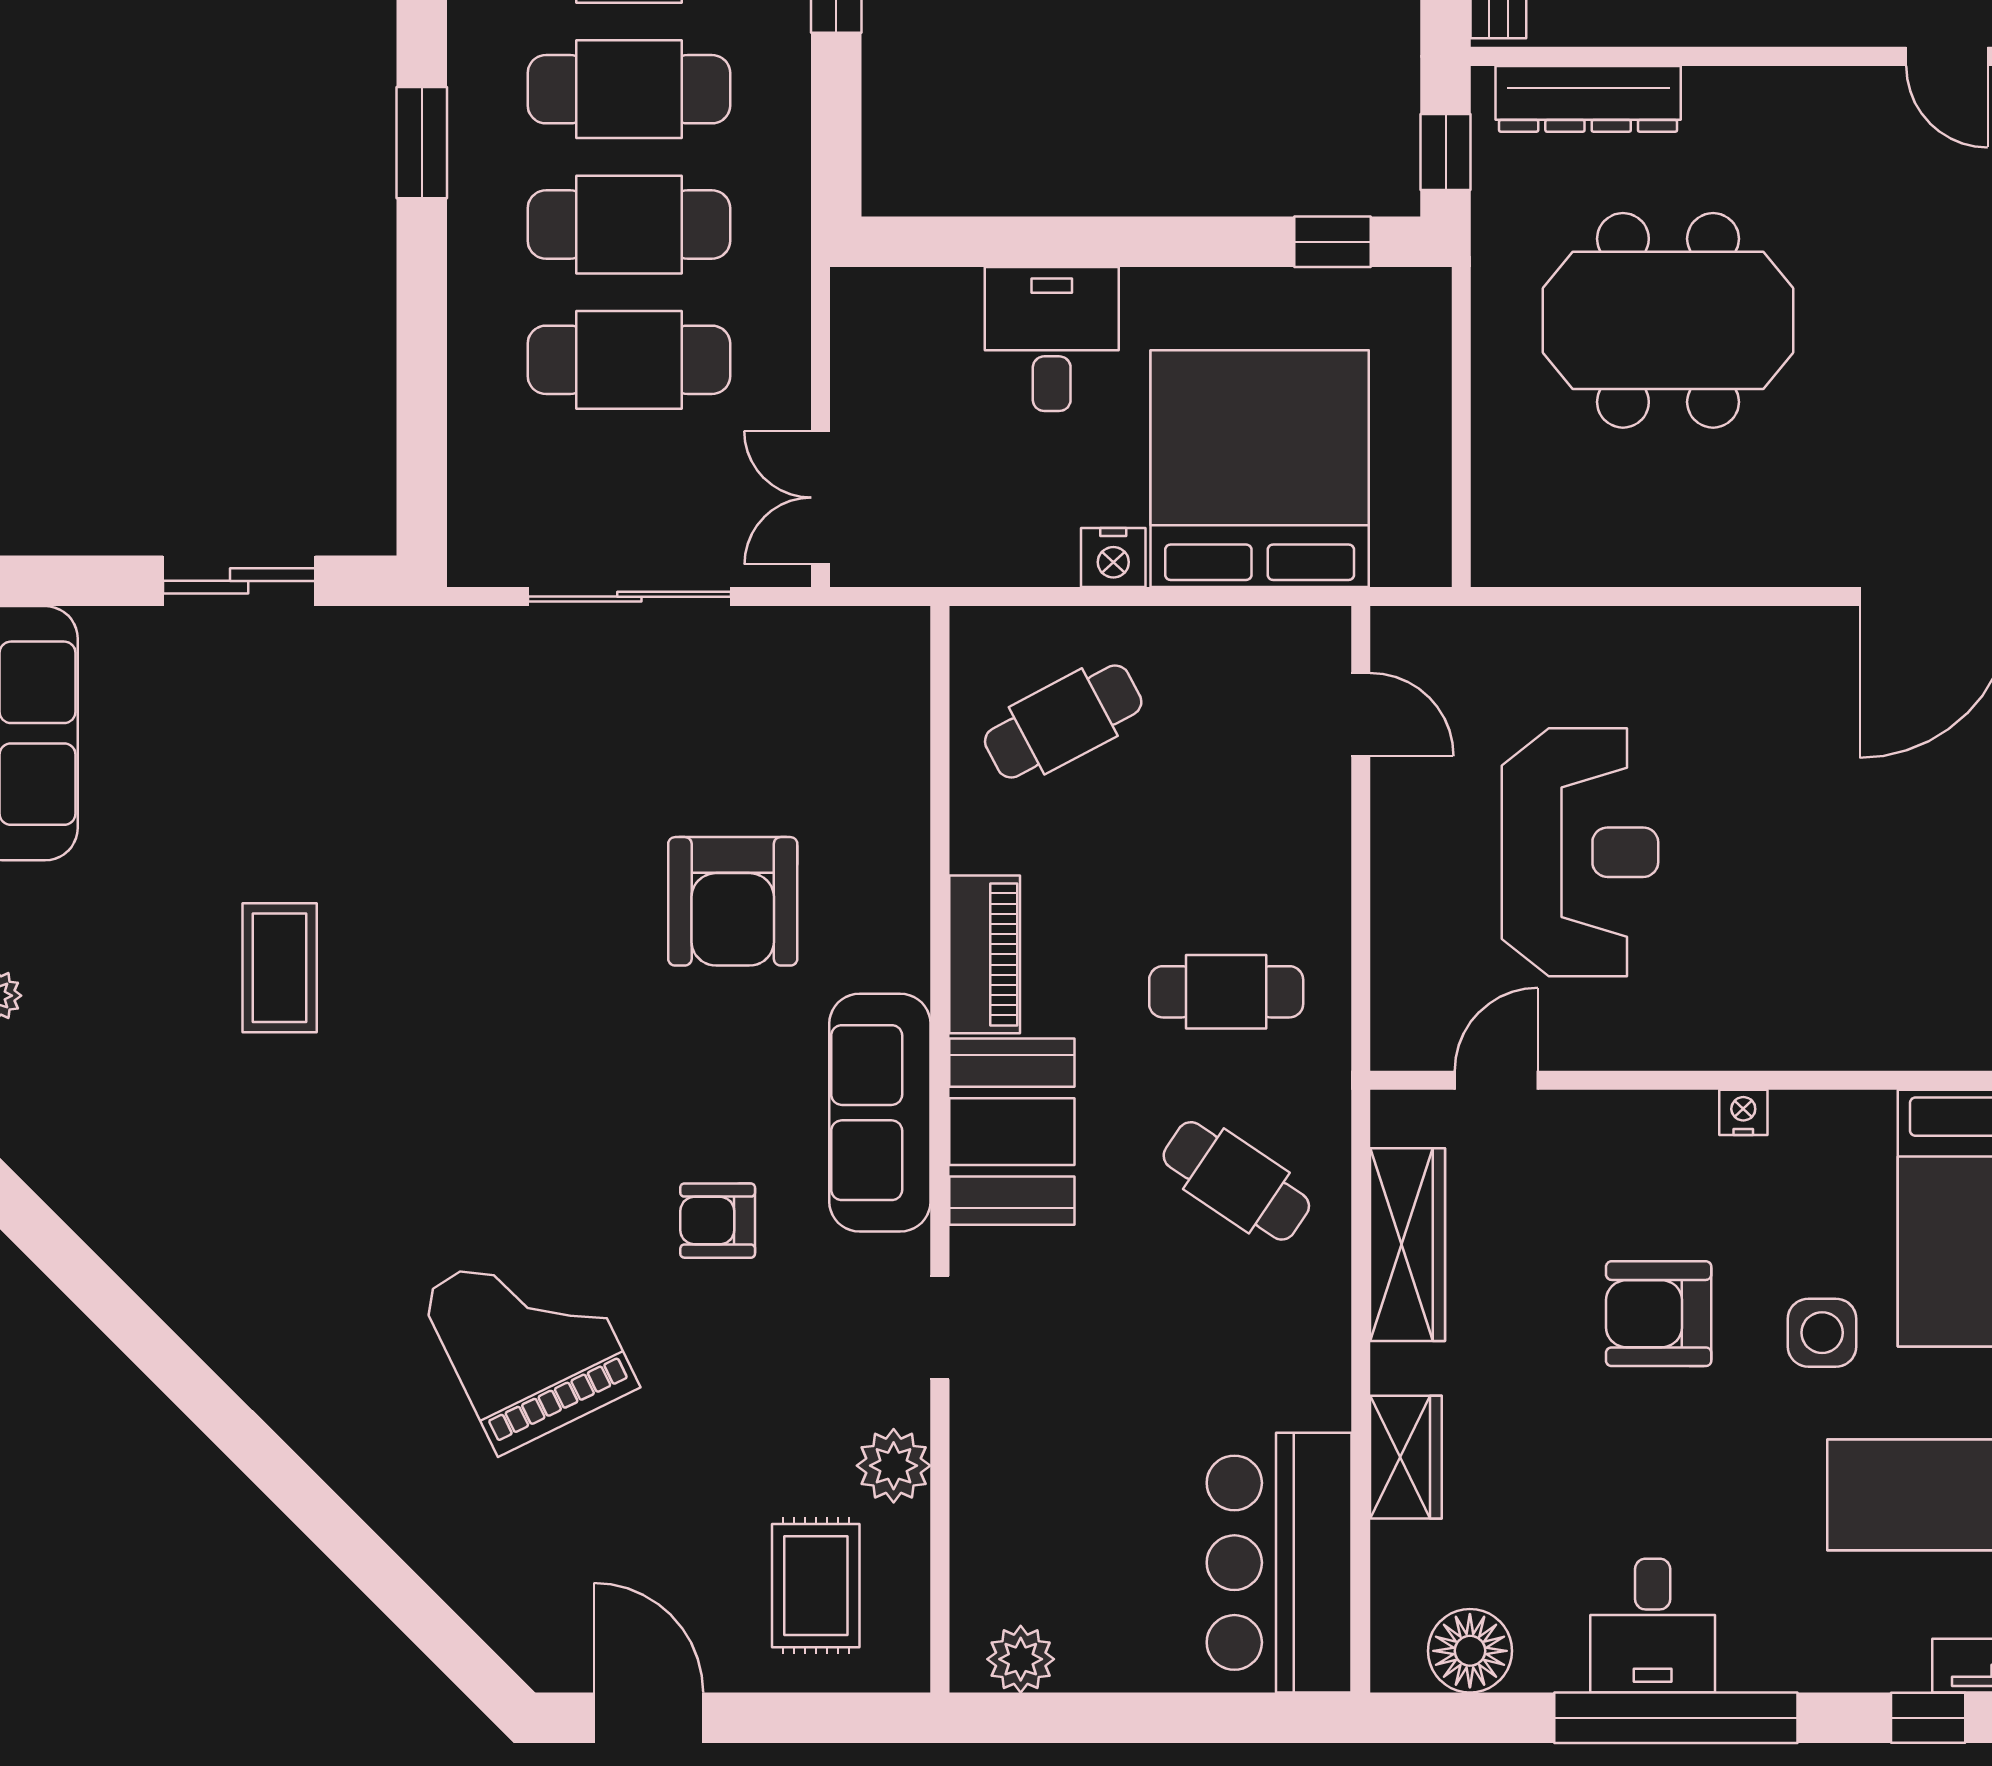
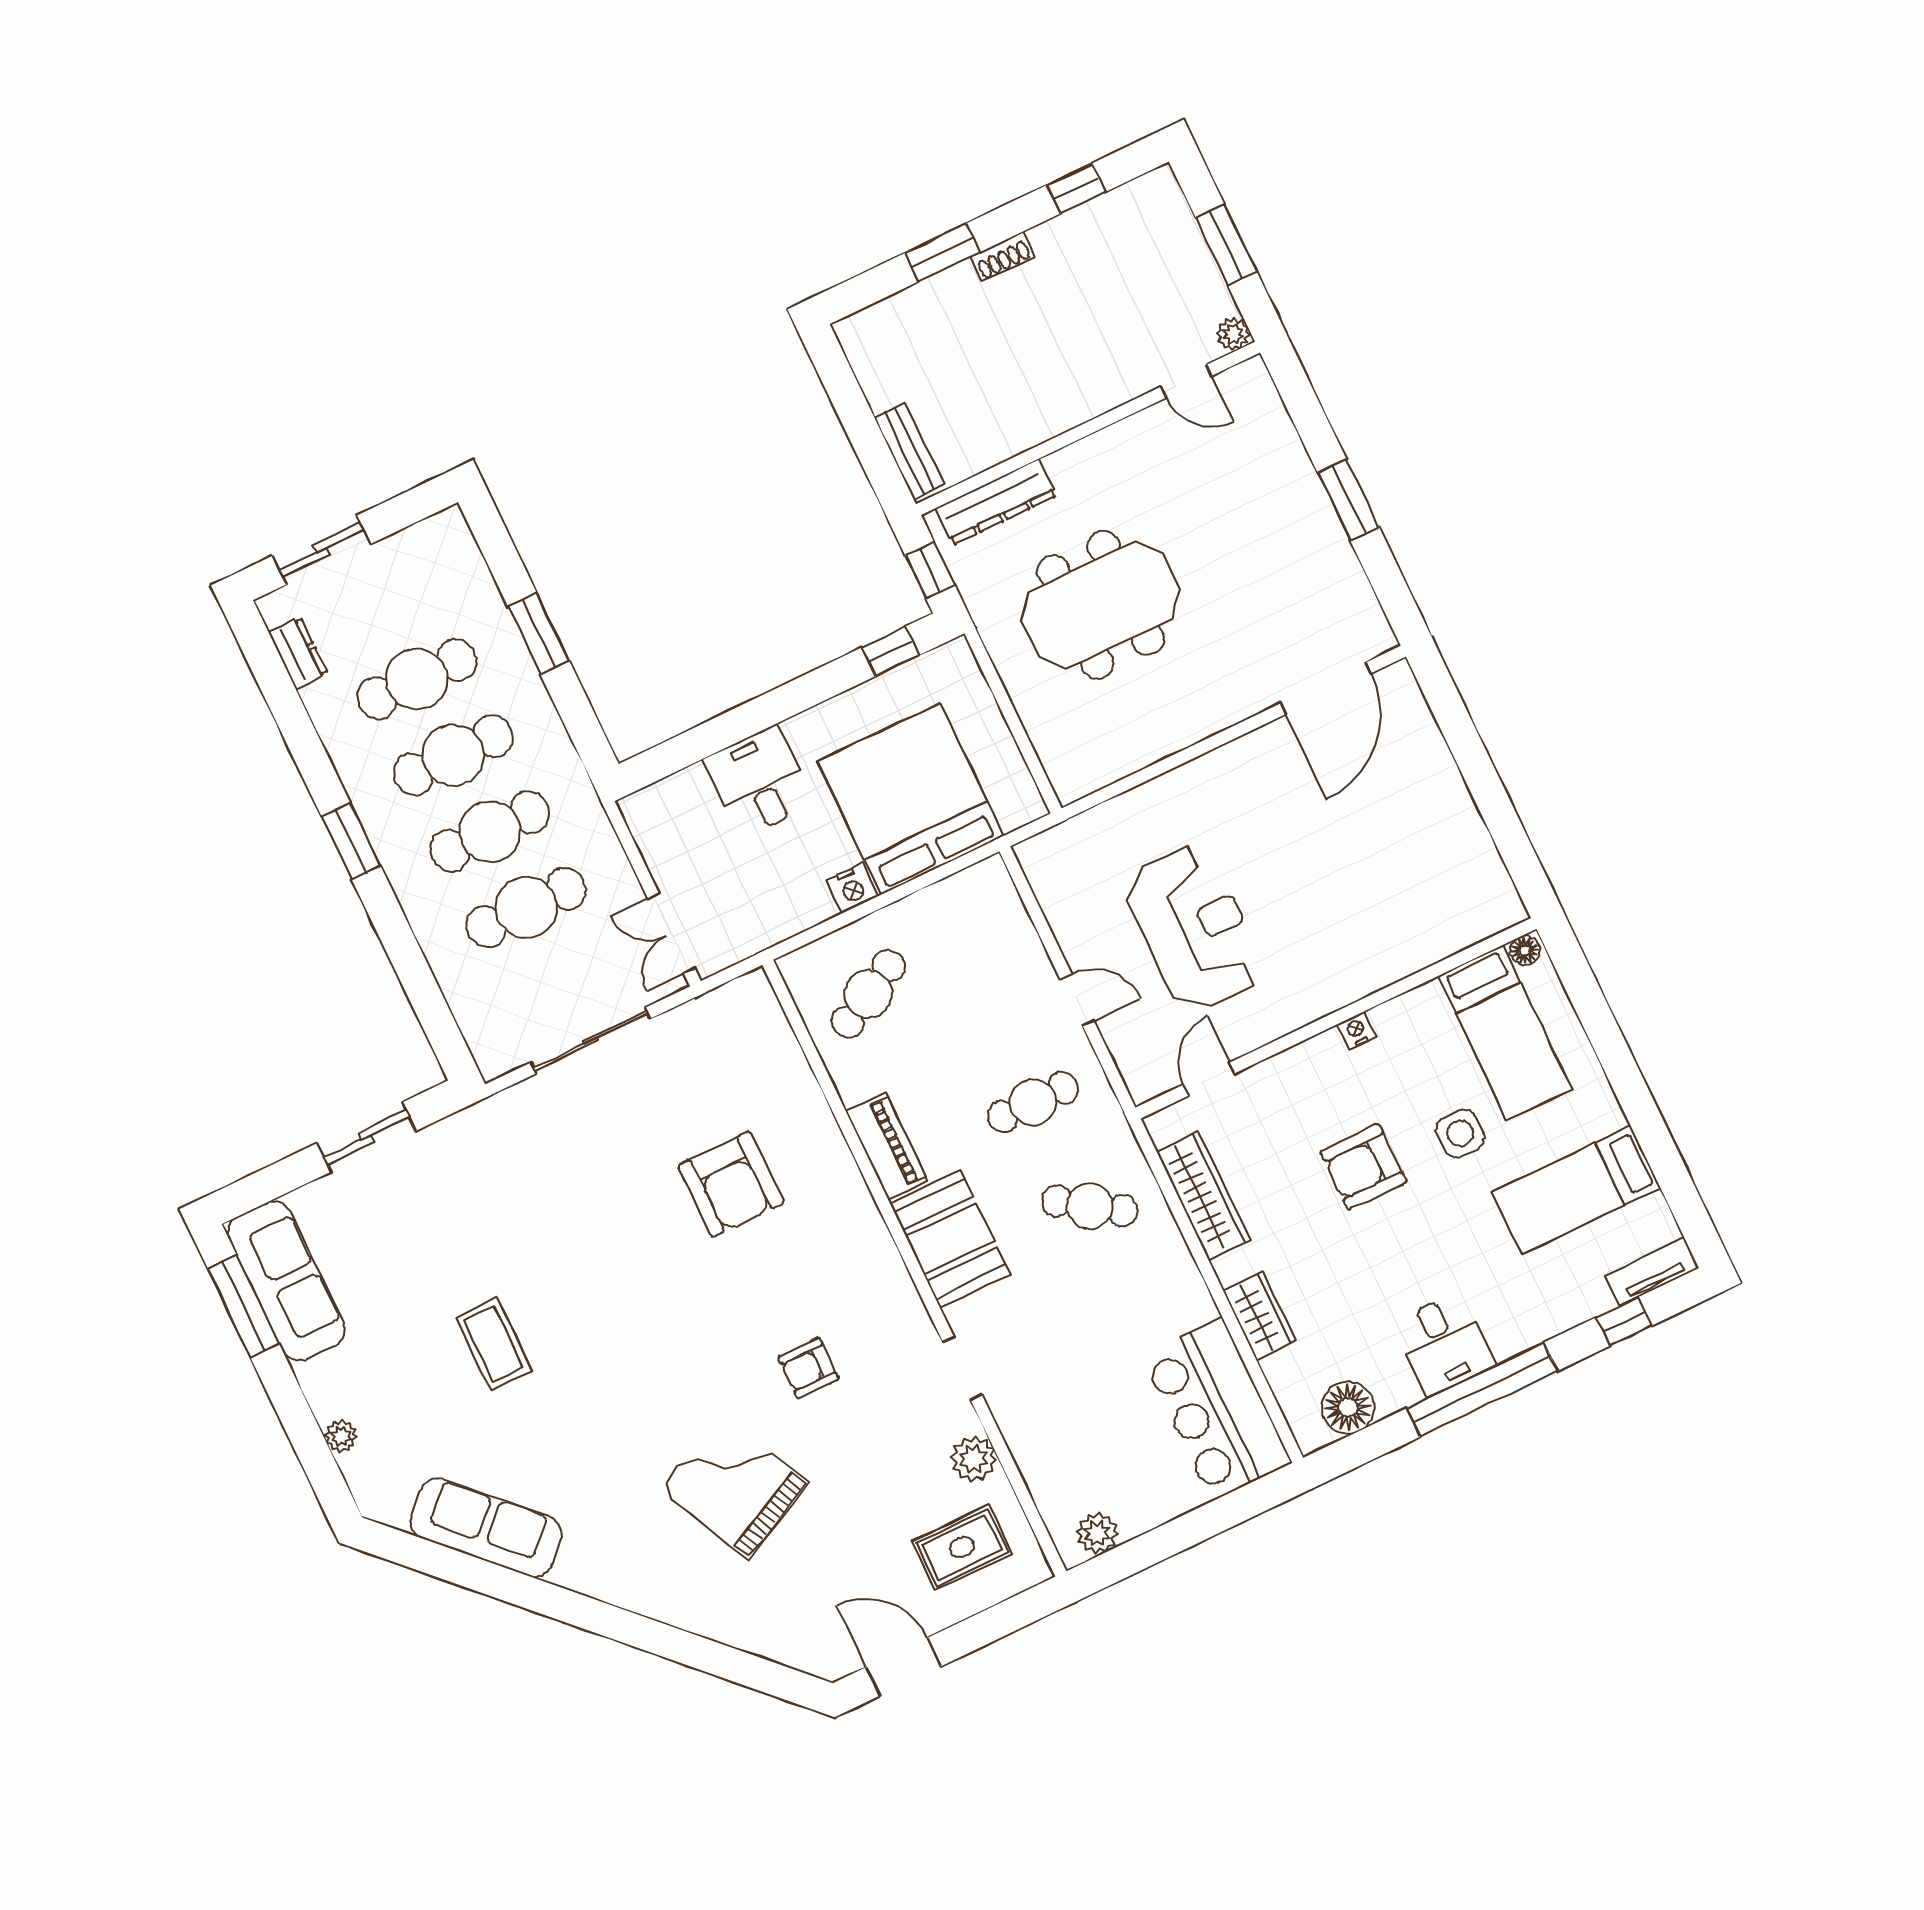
door: (1361, 714) -> (1077, 1000), moved
sofa: (880, 1113) -> (486, 1528), moved, turned 135
rug: (816, 1586) -> (962, 1547), turned 90

